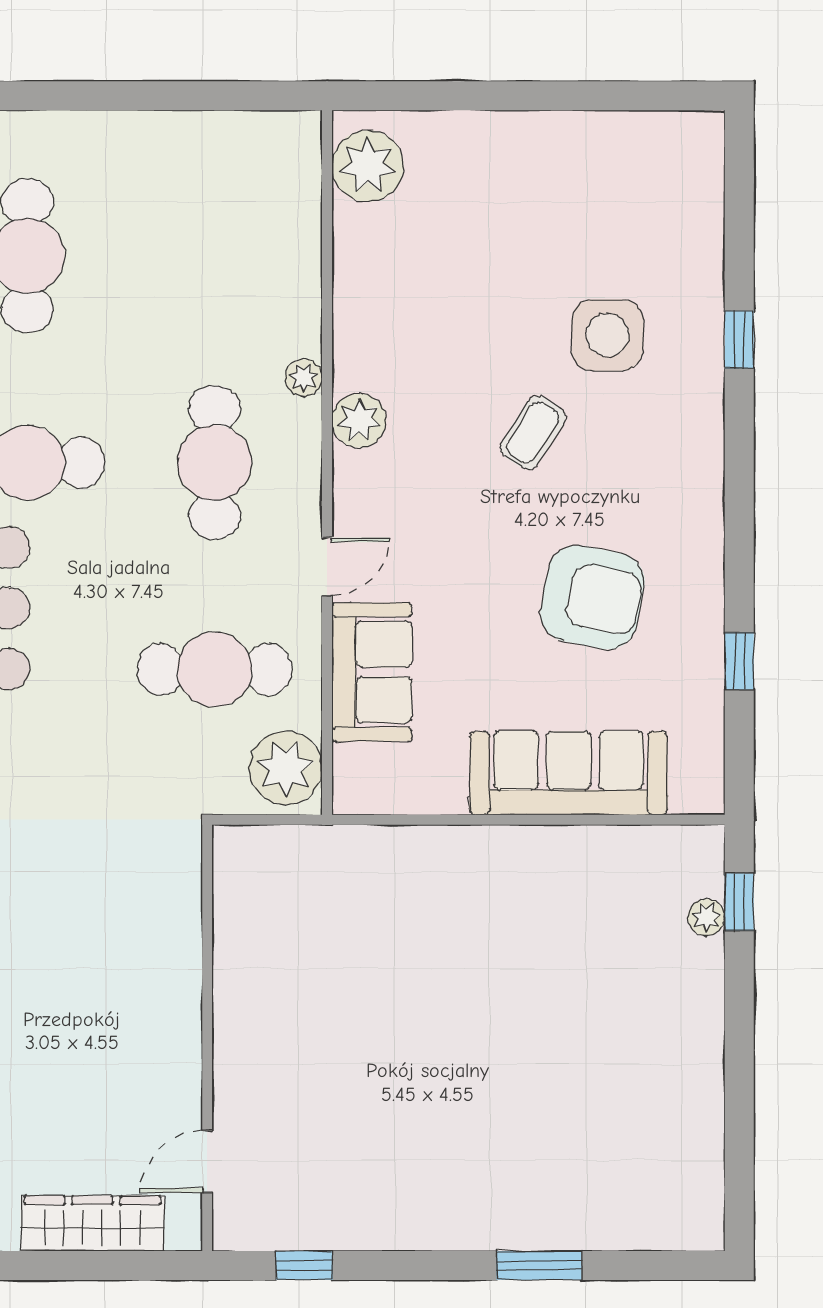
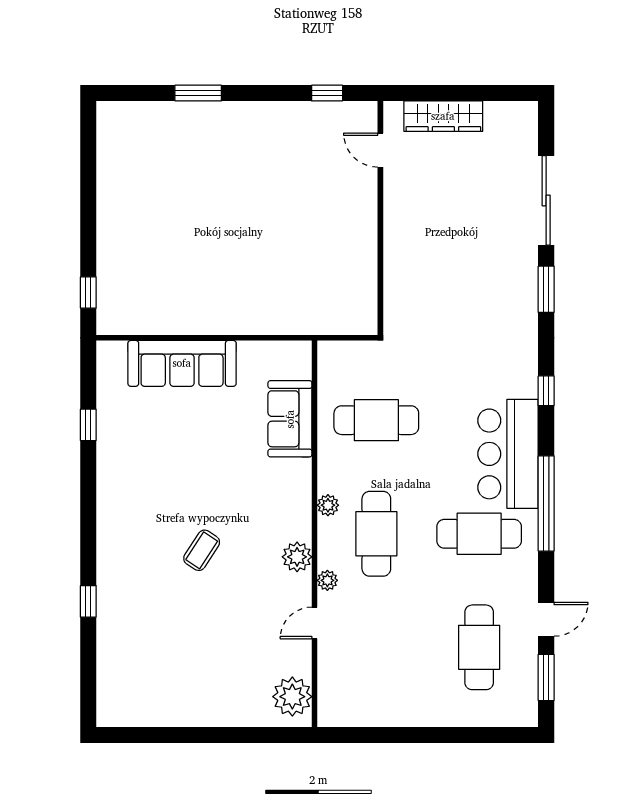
side table: (607, 335) -> (161, 604), removed
door: (327, 567) -> (315, 623), moved
armchair: (593, 597) -> (169, 460), removed
plant: (286, 768) -> (328, 505), moved, width x0.53, depth x0.53
plant: (706, 917) -> (106, 284), removed
door: (207, 1162) -> (380, 150), swing flipped

